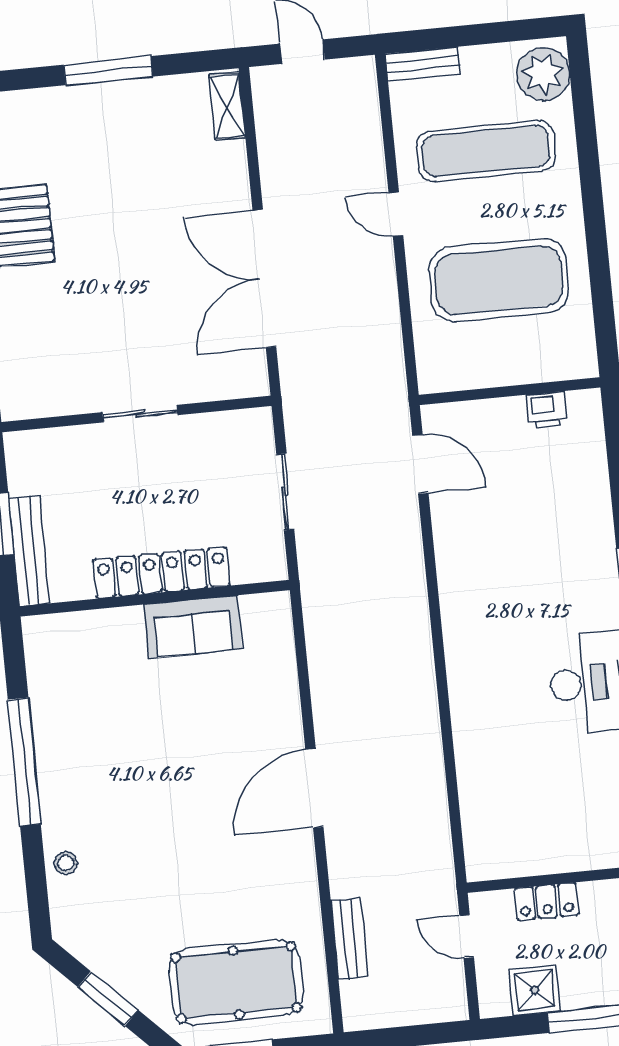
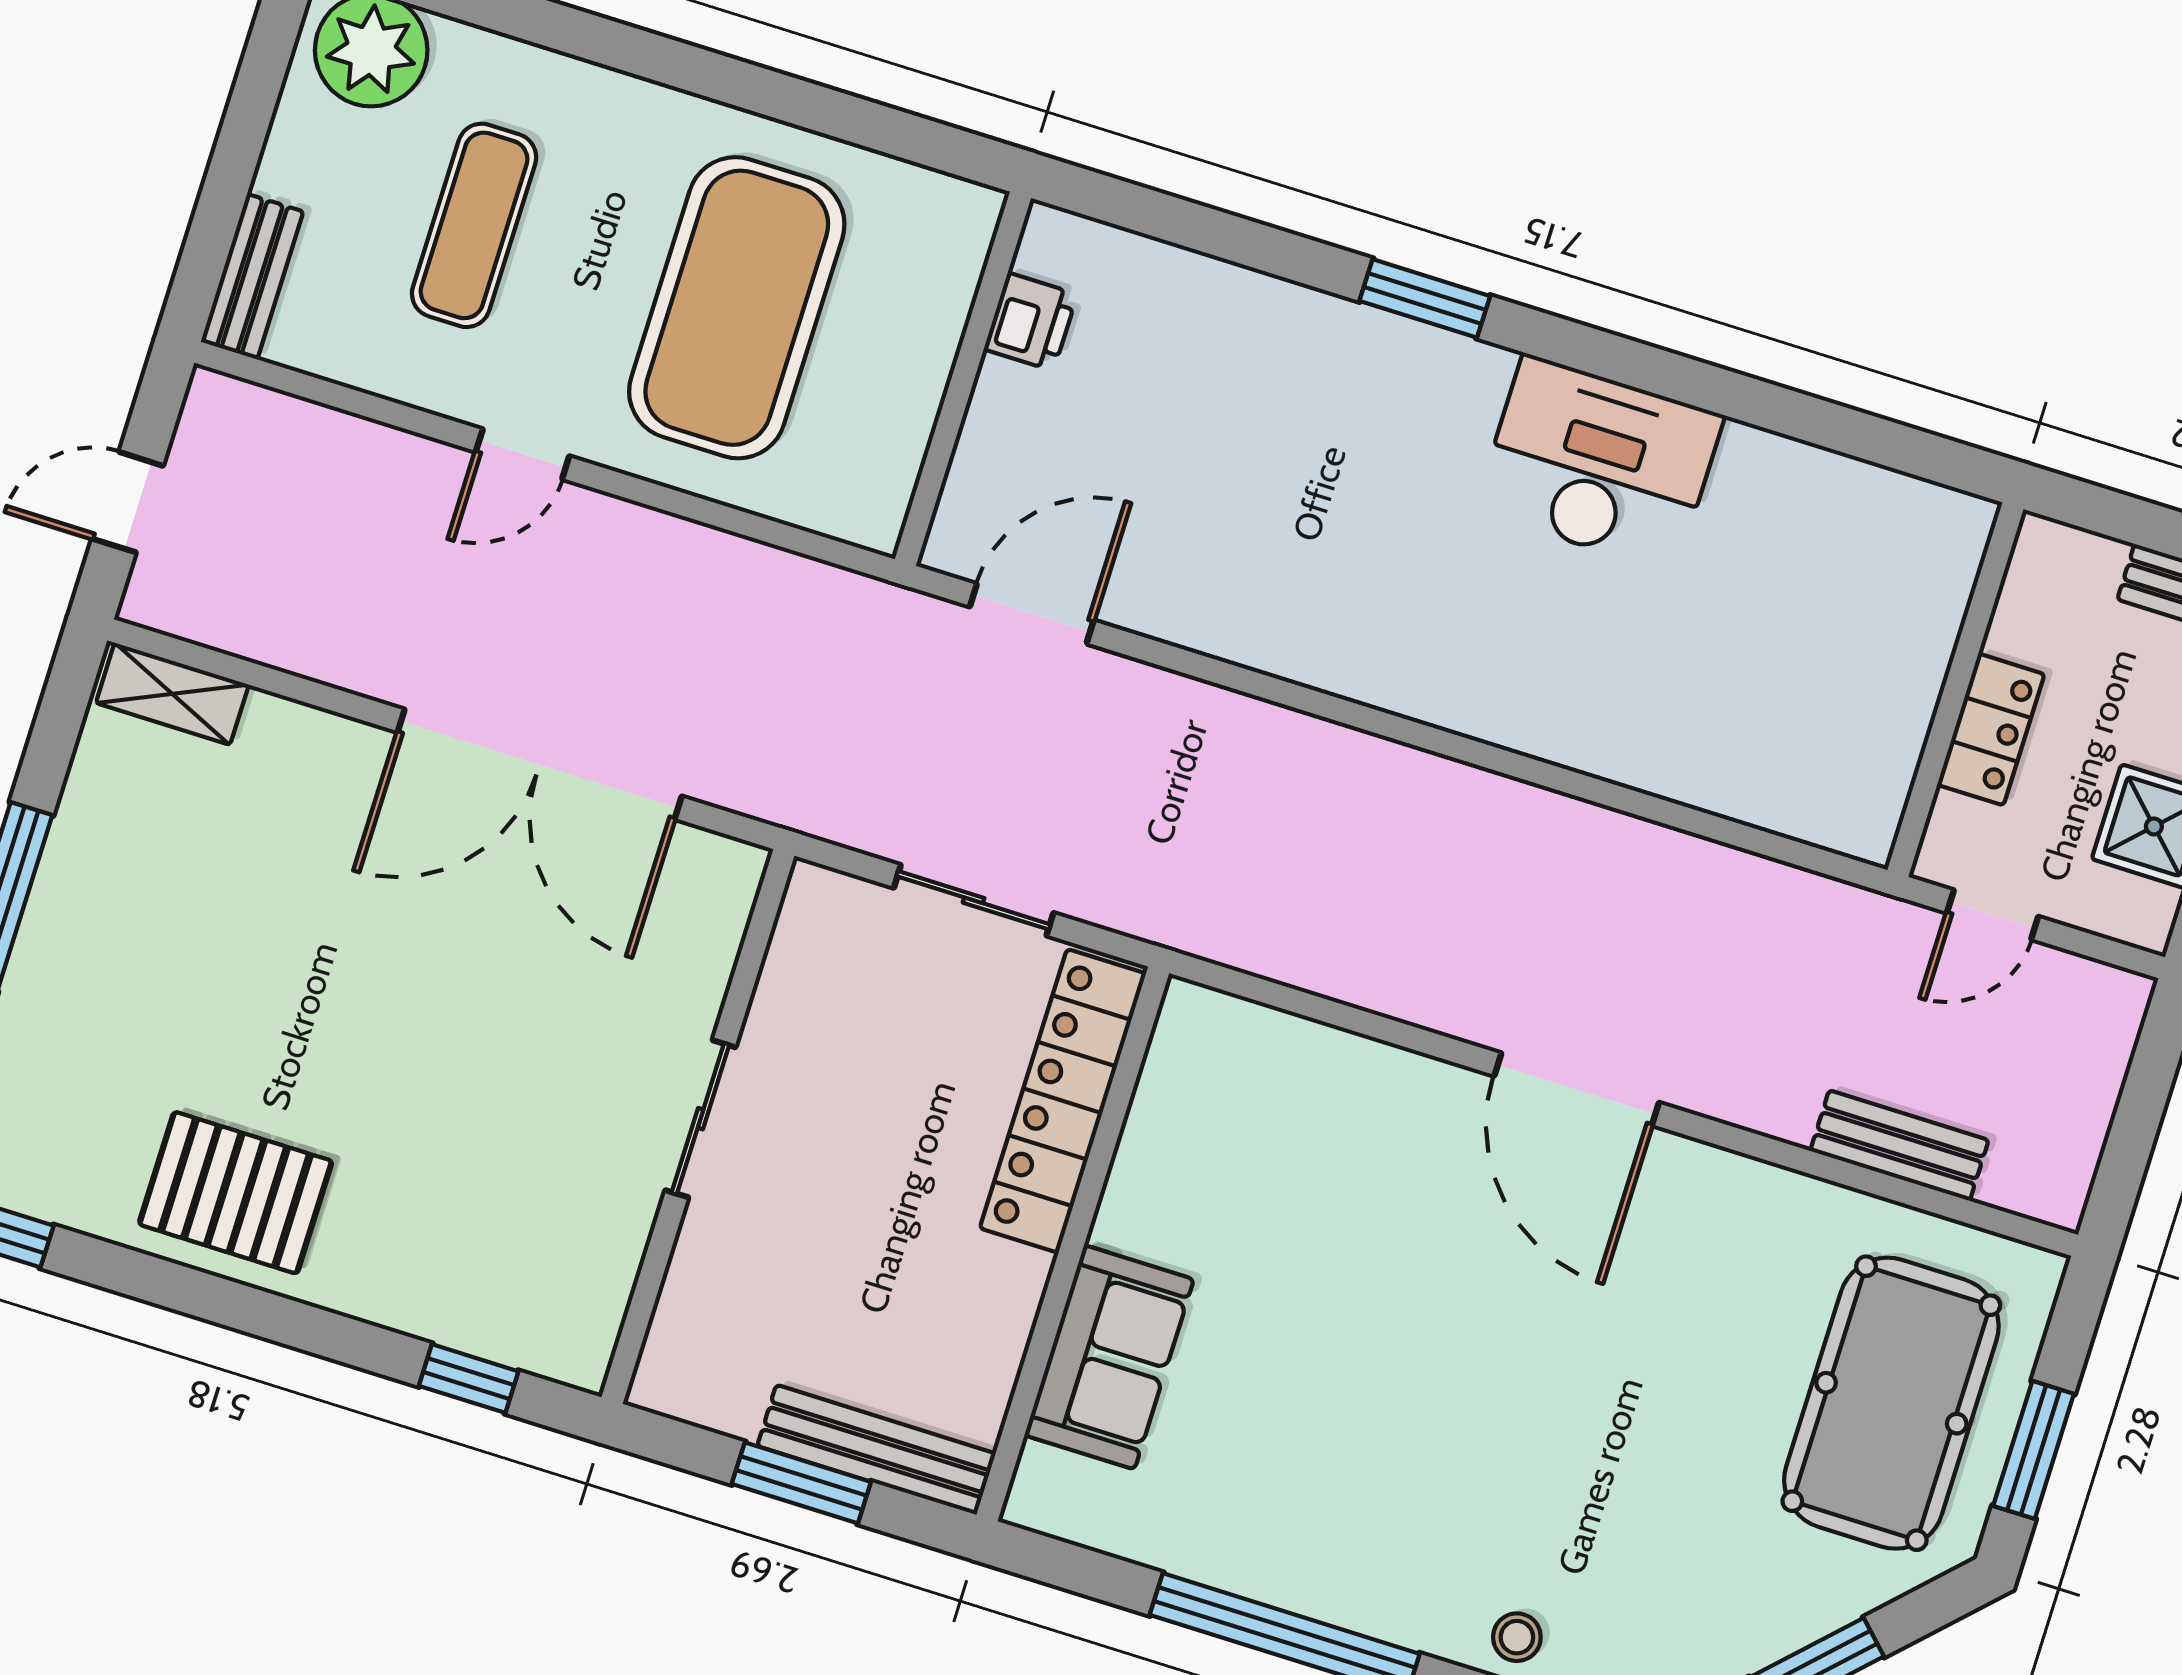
exercise mat: (486, 151) -> (474, 225), width x0.73, depth x0.69
locker: (161, 573) -> (1063, 1101), moved
sofa: (193, 627) -> (1109, 1357), moved

